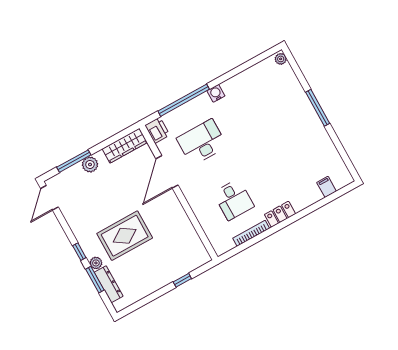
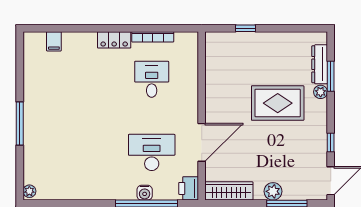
water cooler: (216, 93) -> (145, 193), moved
desk: (202, 142) -> (152, 152), turned 180
window: (79, 252) -> (331, 142), moved

